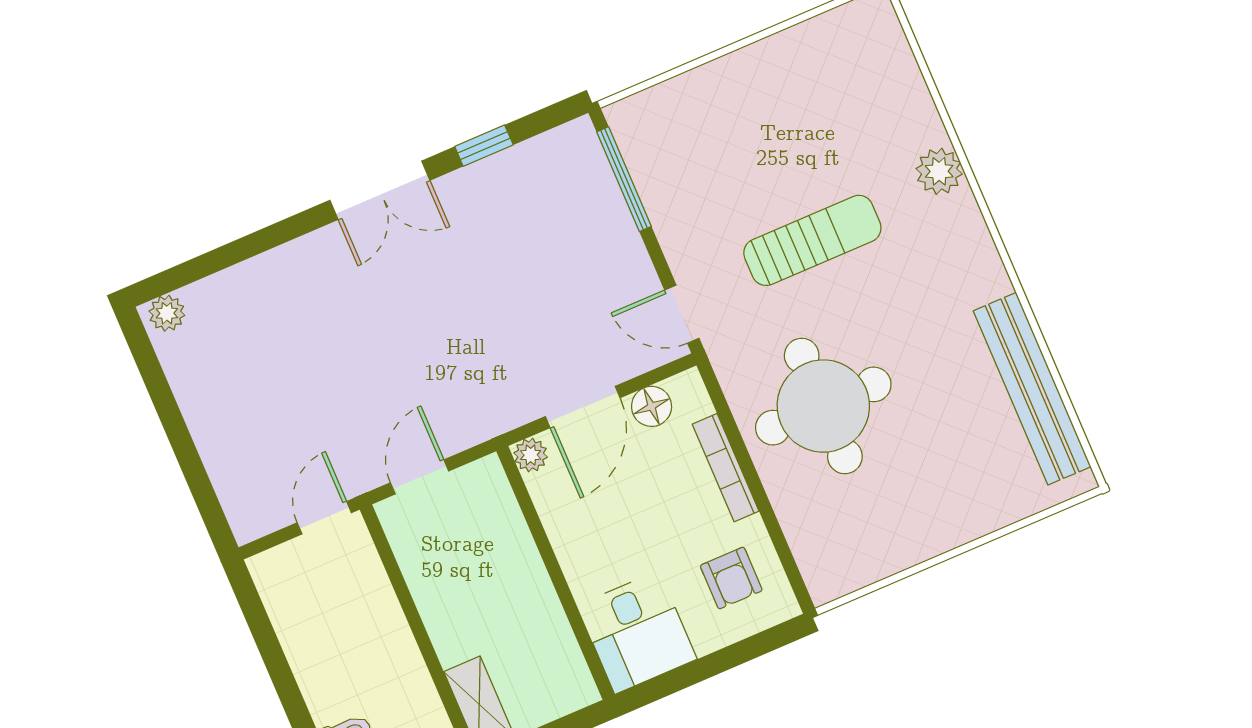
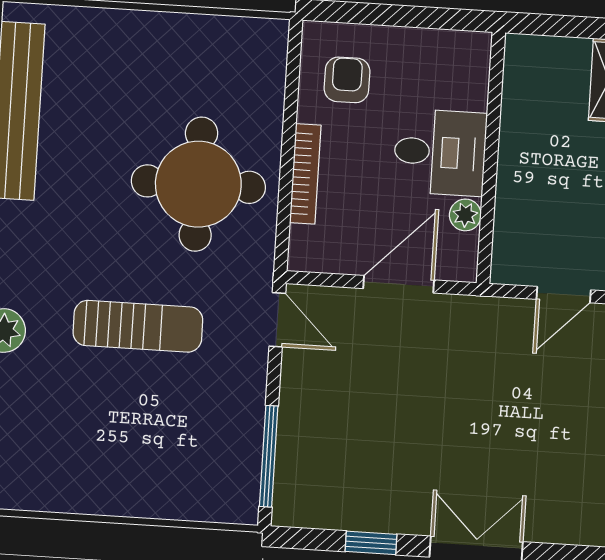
sun lounger: (812, 240) -> (138, 326), turned 180
floor lamp: (652, 406) -> (341, 256), removed
plant: (531, 455) -> (465, 215), moved
desk: (637, 632) -> (440, 152), moved, turned 90

